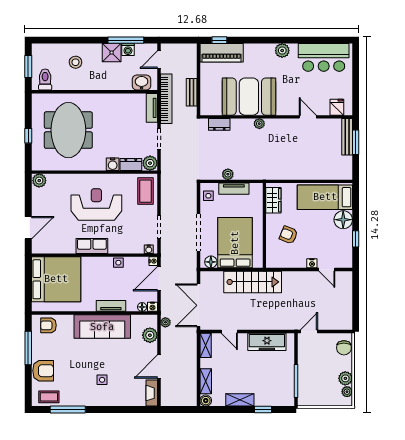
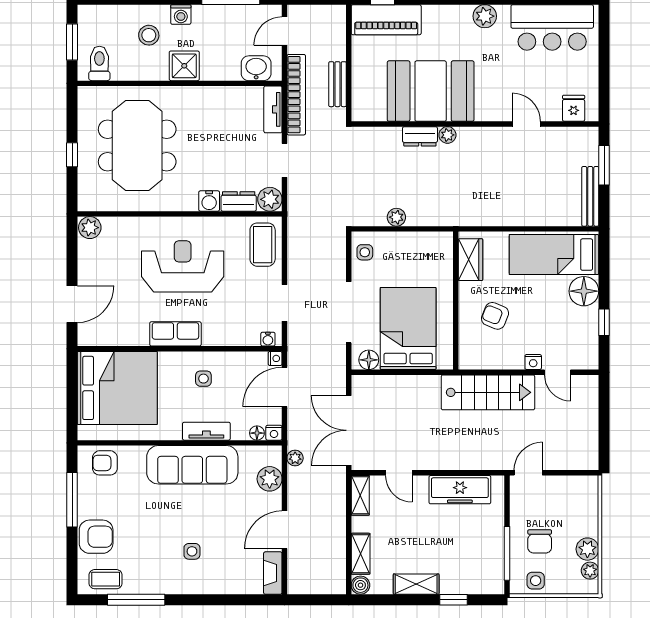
washing machine: (128, 49) -> (181, 15), moved
shower: (112, 53) -> (184, 66), moved
dresser: (219, 124) -> (420, 136), moved
bench: (347, 137) -> (590, 196), moved
tv unit: (234, 189) -> (406, 241), removed
side table: (118, 263) -> (203, 379), moved
stairs: (253, 282) -> (488, 392), moved
chair: (344, 348) -> (540, 541), moved
side table: (313, 398) -> (536, 581), added

